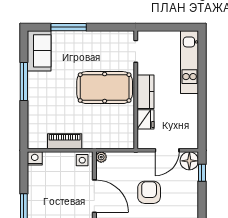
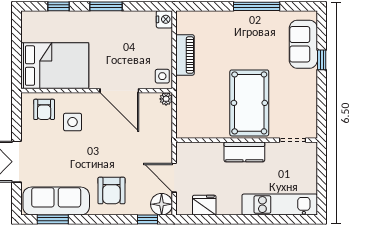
window: (69, 27) -> (322, 60), width x0.46
sofa: (39, 51) -> (303, 44), moved, turned 90
fridge: (146, 119) -> (204, 205), moved, turned 180
armchair: (149, 192) -> (111, 191), moved, turned 90
door: (94, 196) -> (119, 91), hinge flipped

